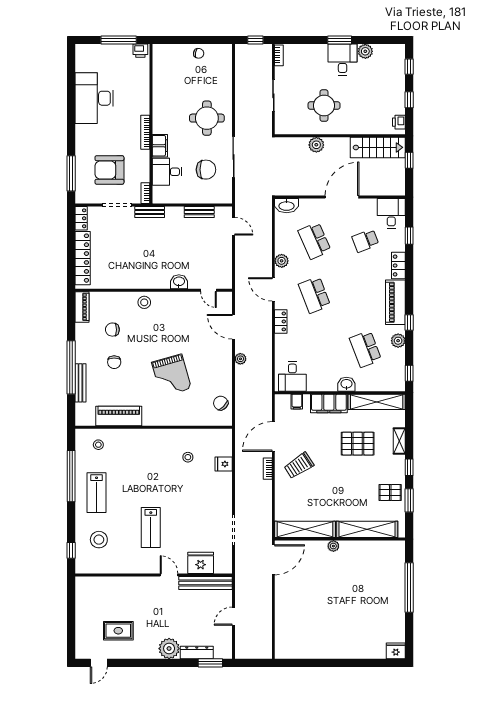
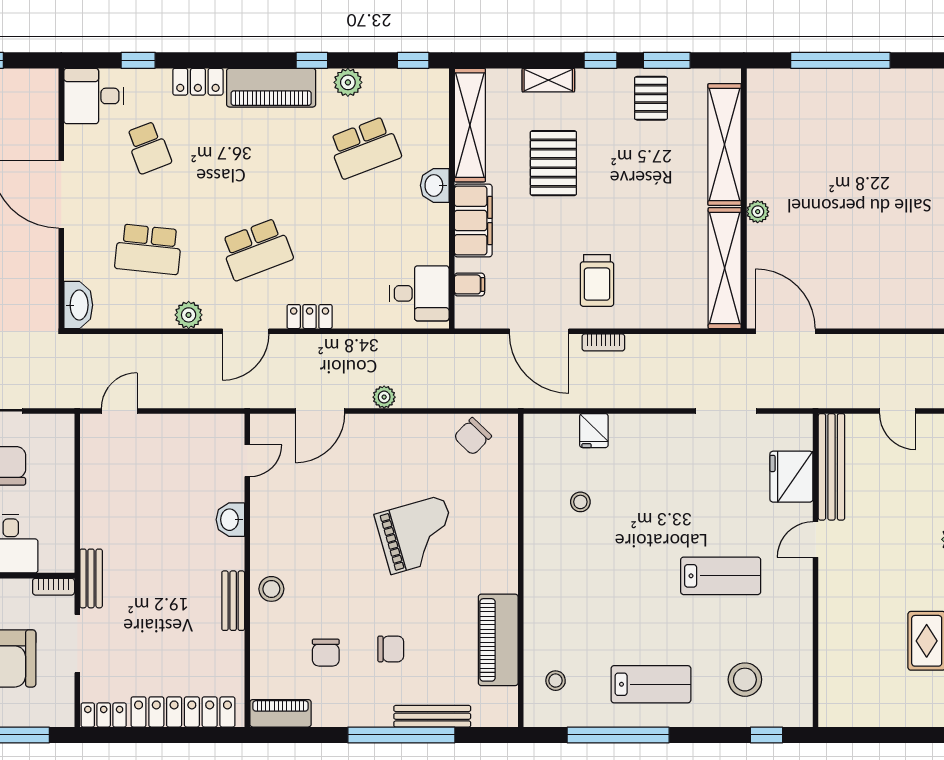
bench: (199, 212) -> (233, 601), moved
school desk: (314, 241) -> (148, 249), turned 30
trolley: (299, 465) -> (597, 280), turned 33

